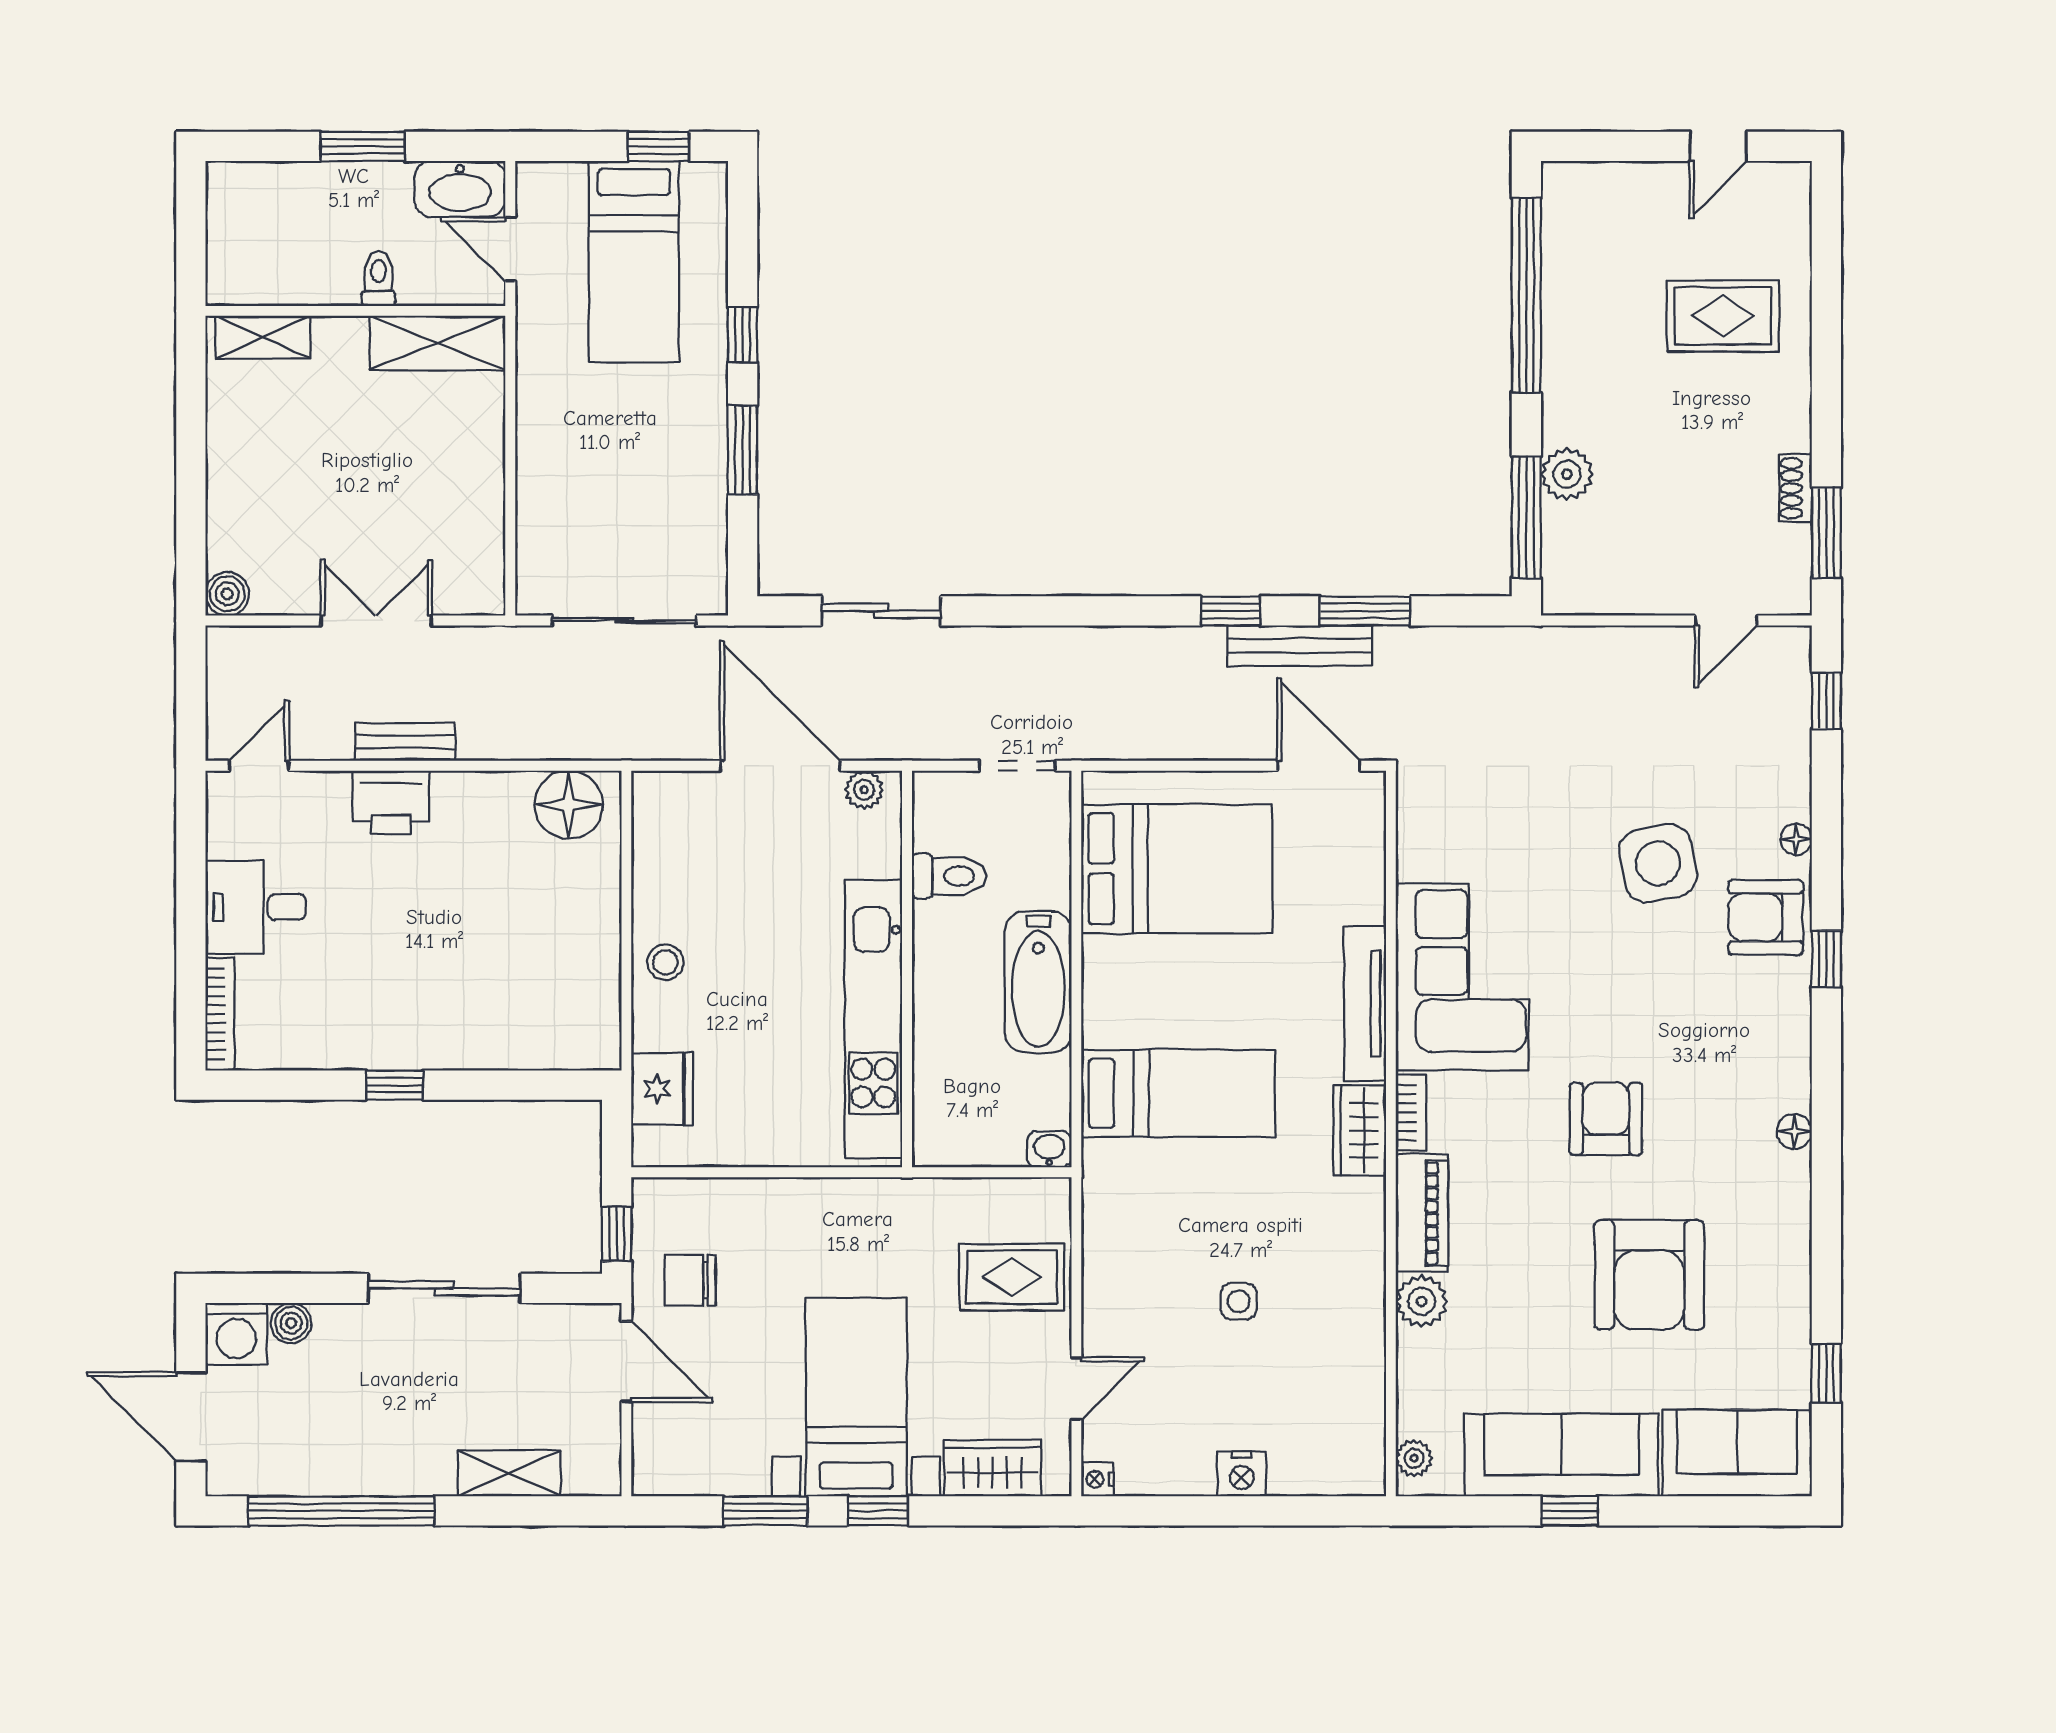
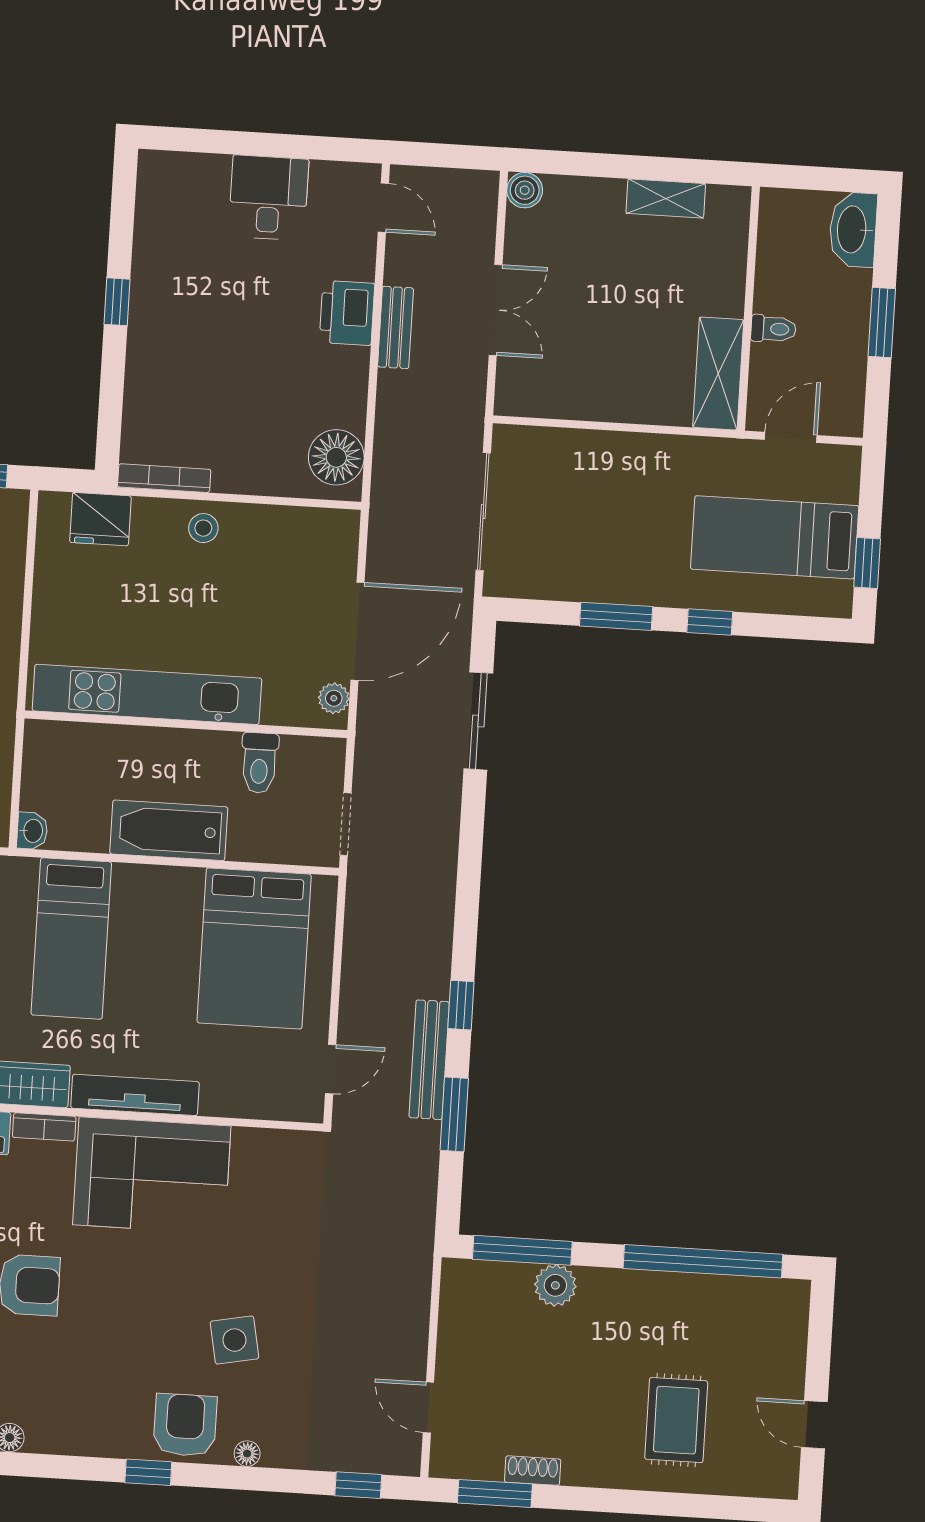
washbasin: (460, 189) -> (853, 230), moved
shelving: (263, 337) -> (666, 199), moved, turned 90
door: (1319, 766) -> (331, 1069), width x0.73
side table: (1658, 863) -> (234, 1340), width x0.73, depth x0.73
bookcase: (220, 1014) -> (164, 478), moved, turned 180

